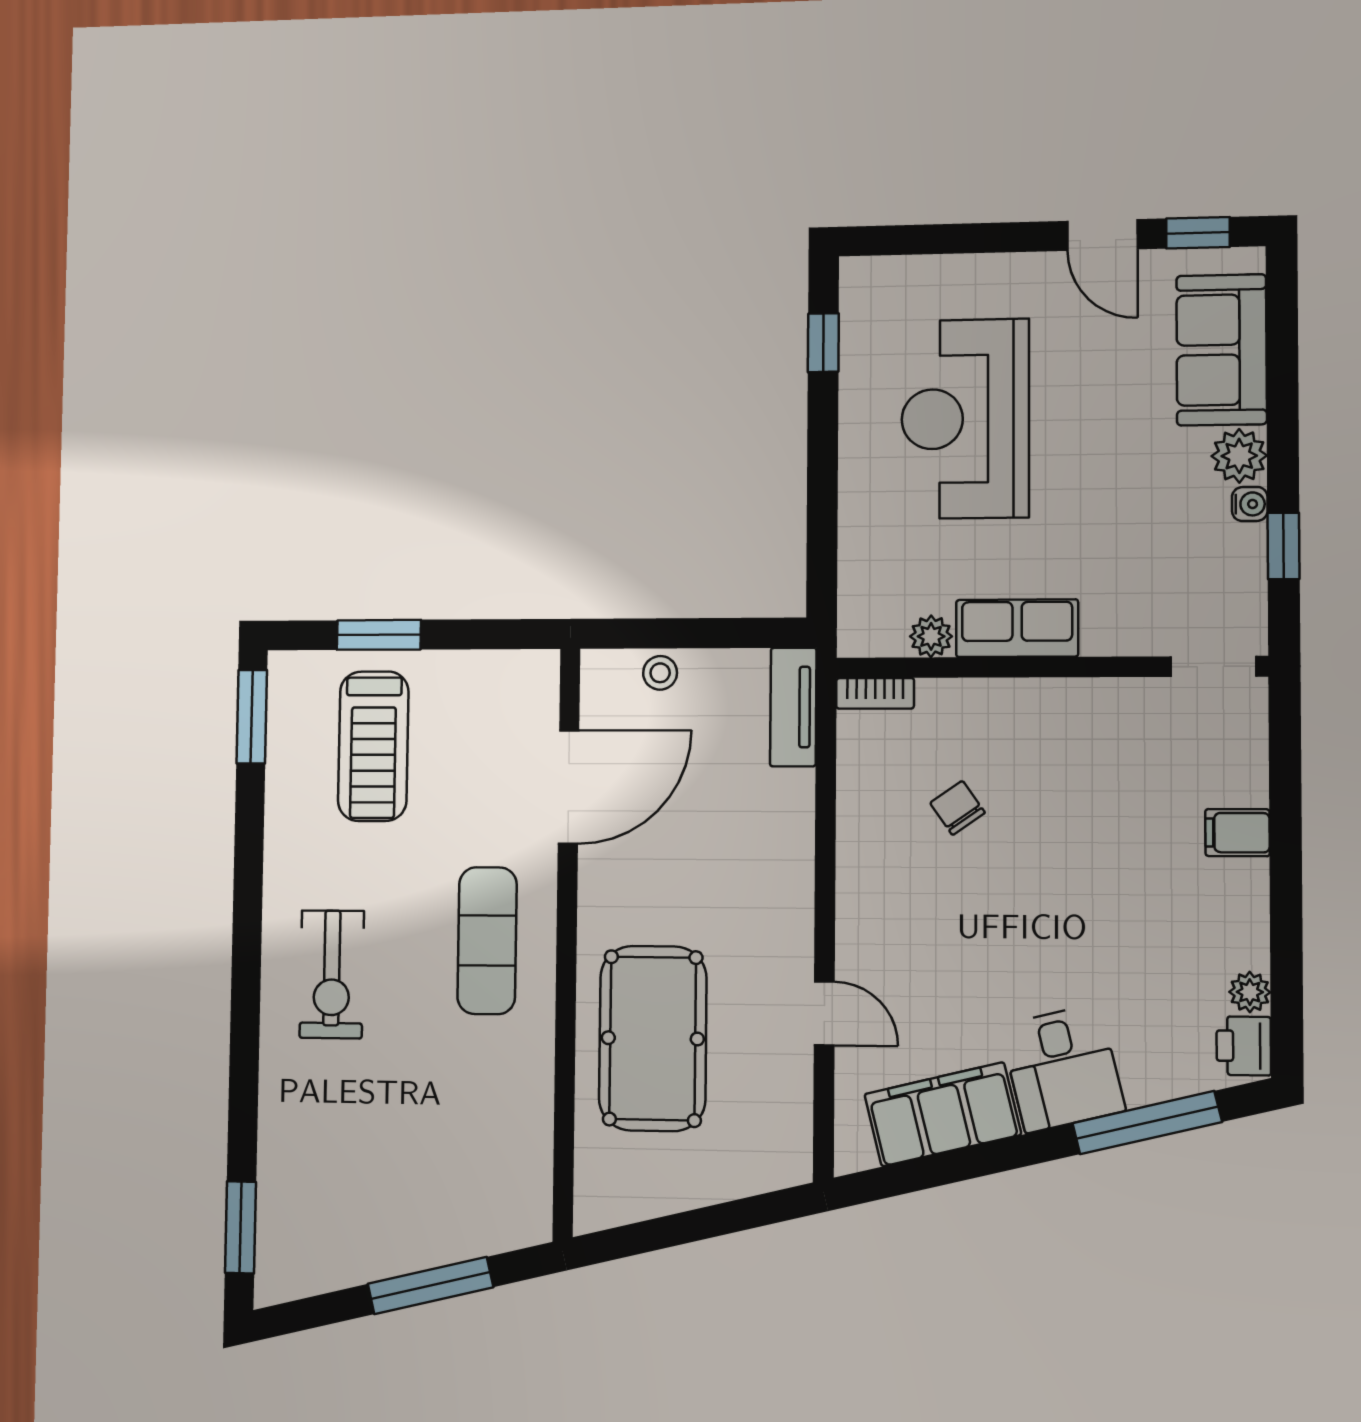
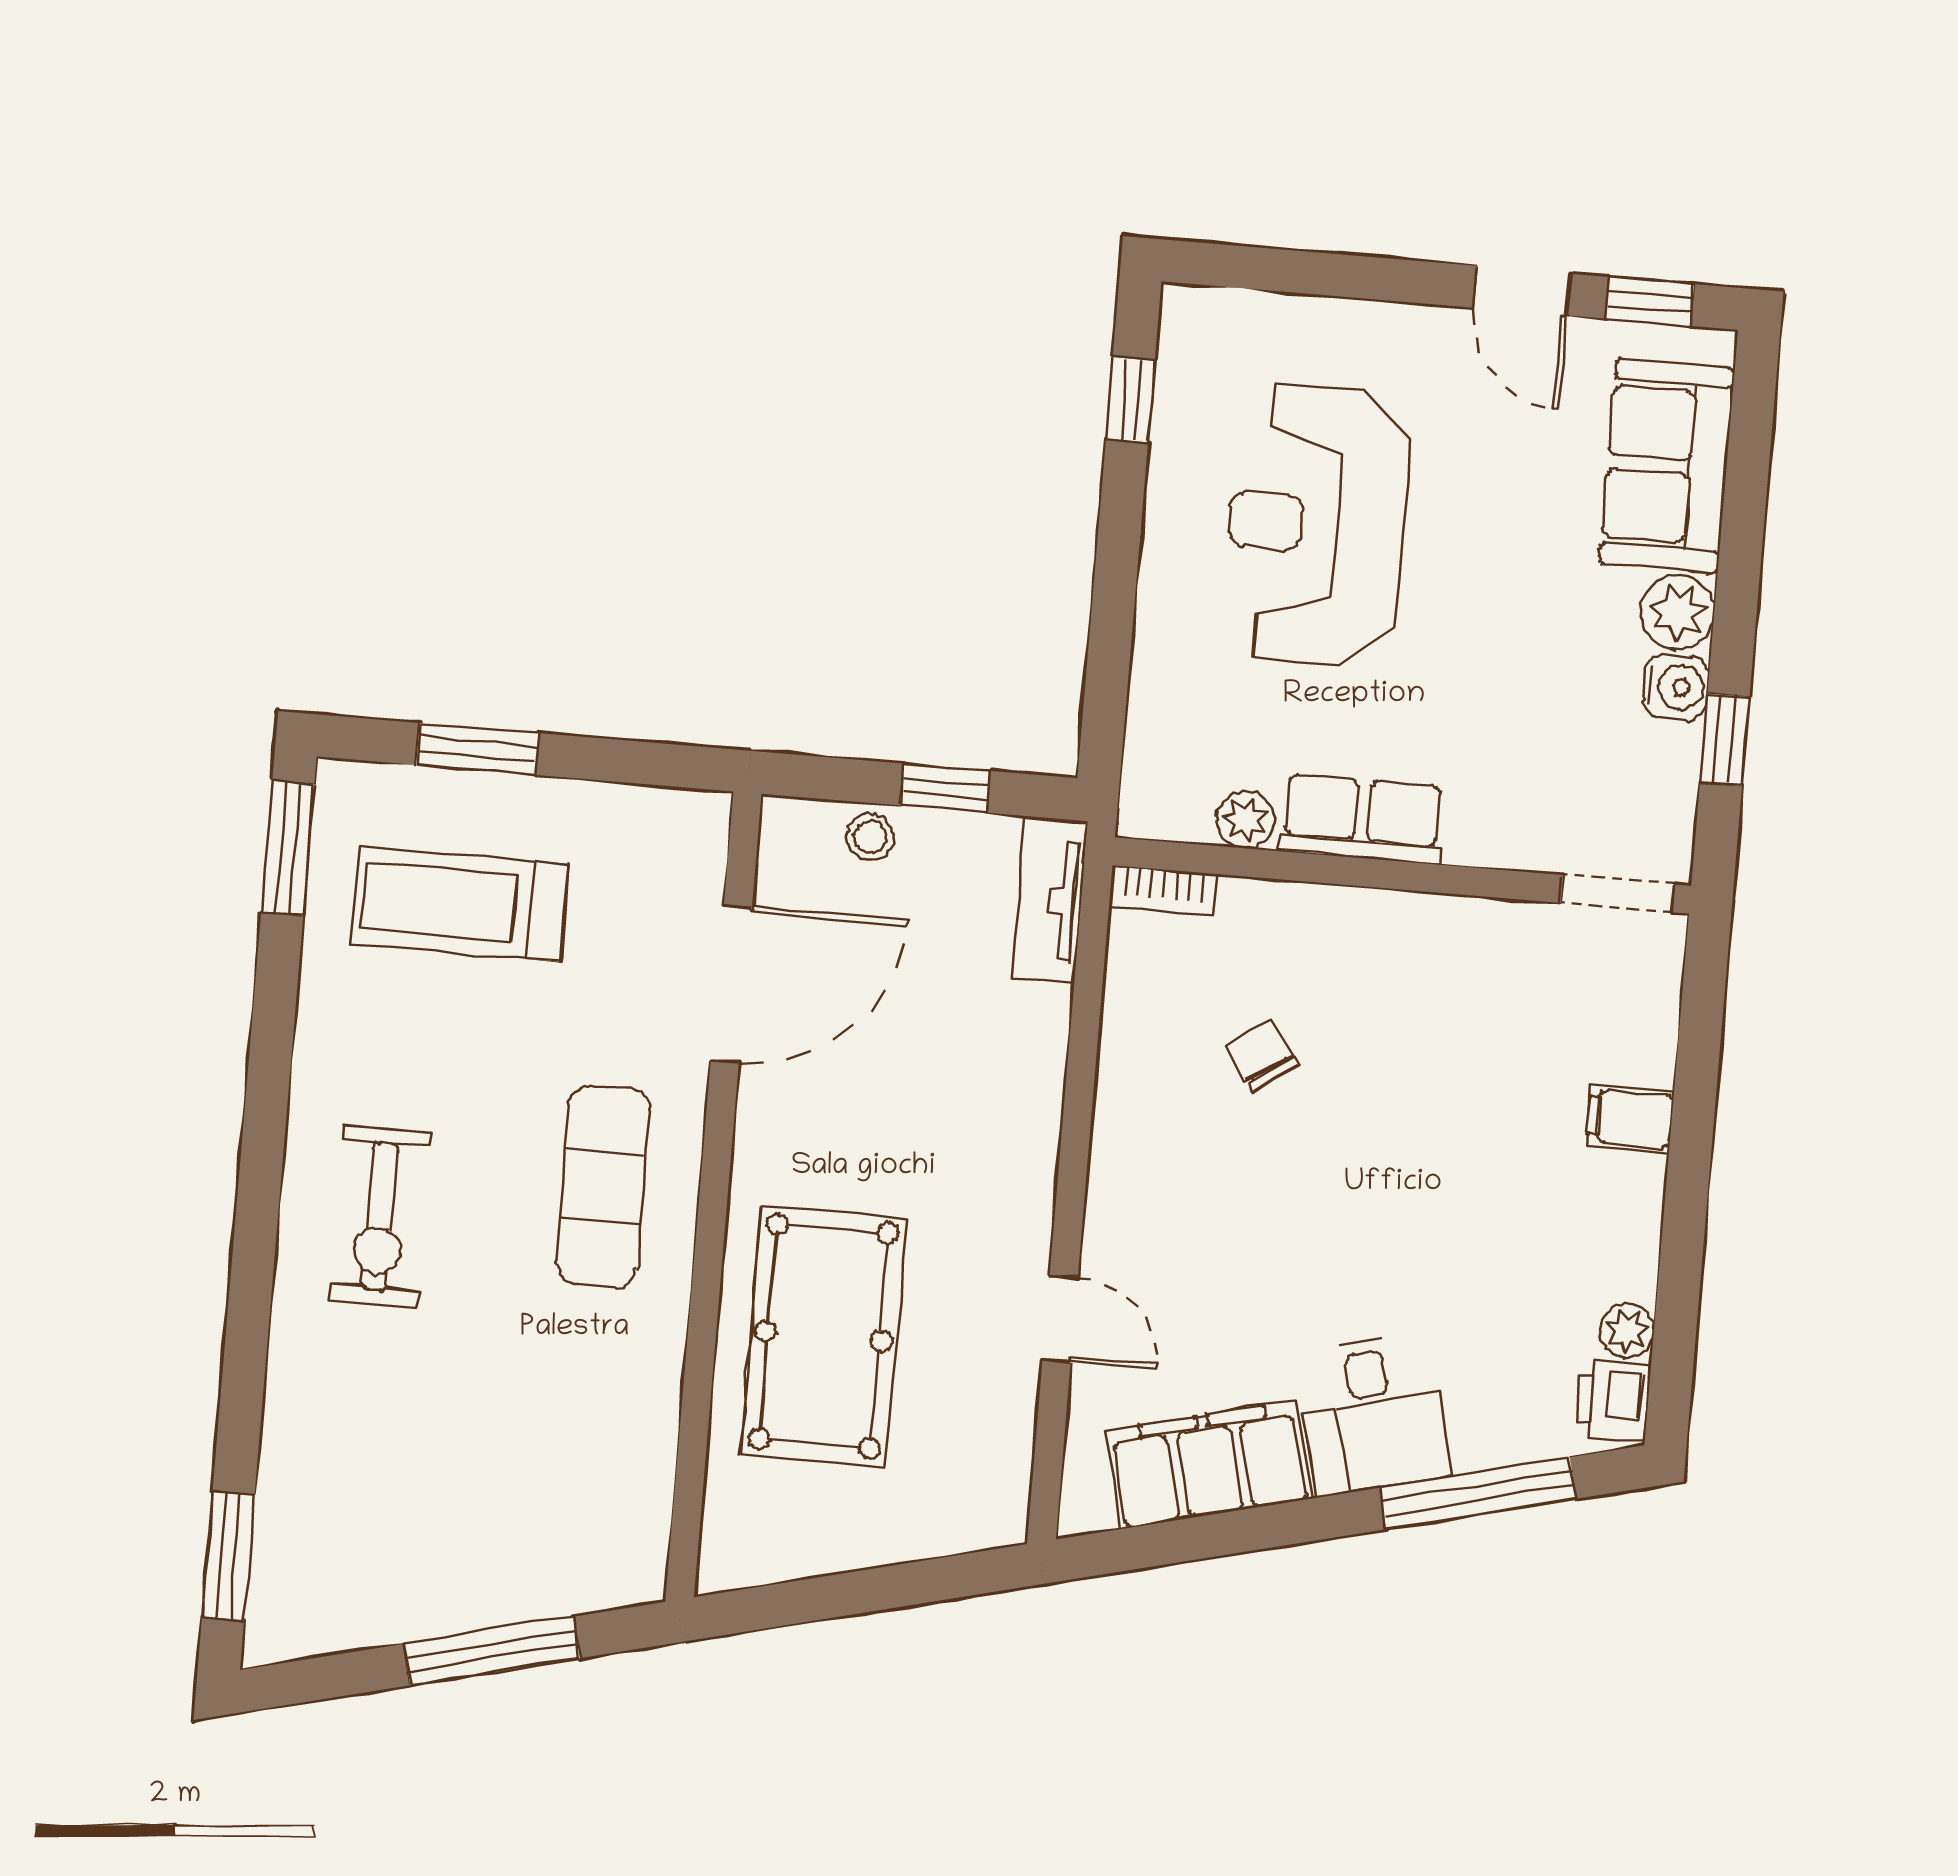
water cooler: (1250, 504) -> (1676, 687), width x1.38, depth x1.38
window: (711, 633) -> (945, 788), added
treadmill: (373, 746) -> (460, 904), turned 90

